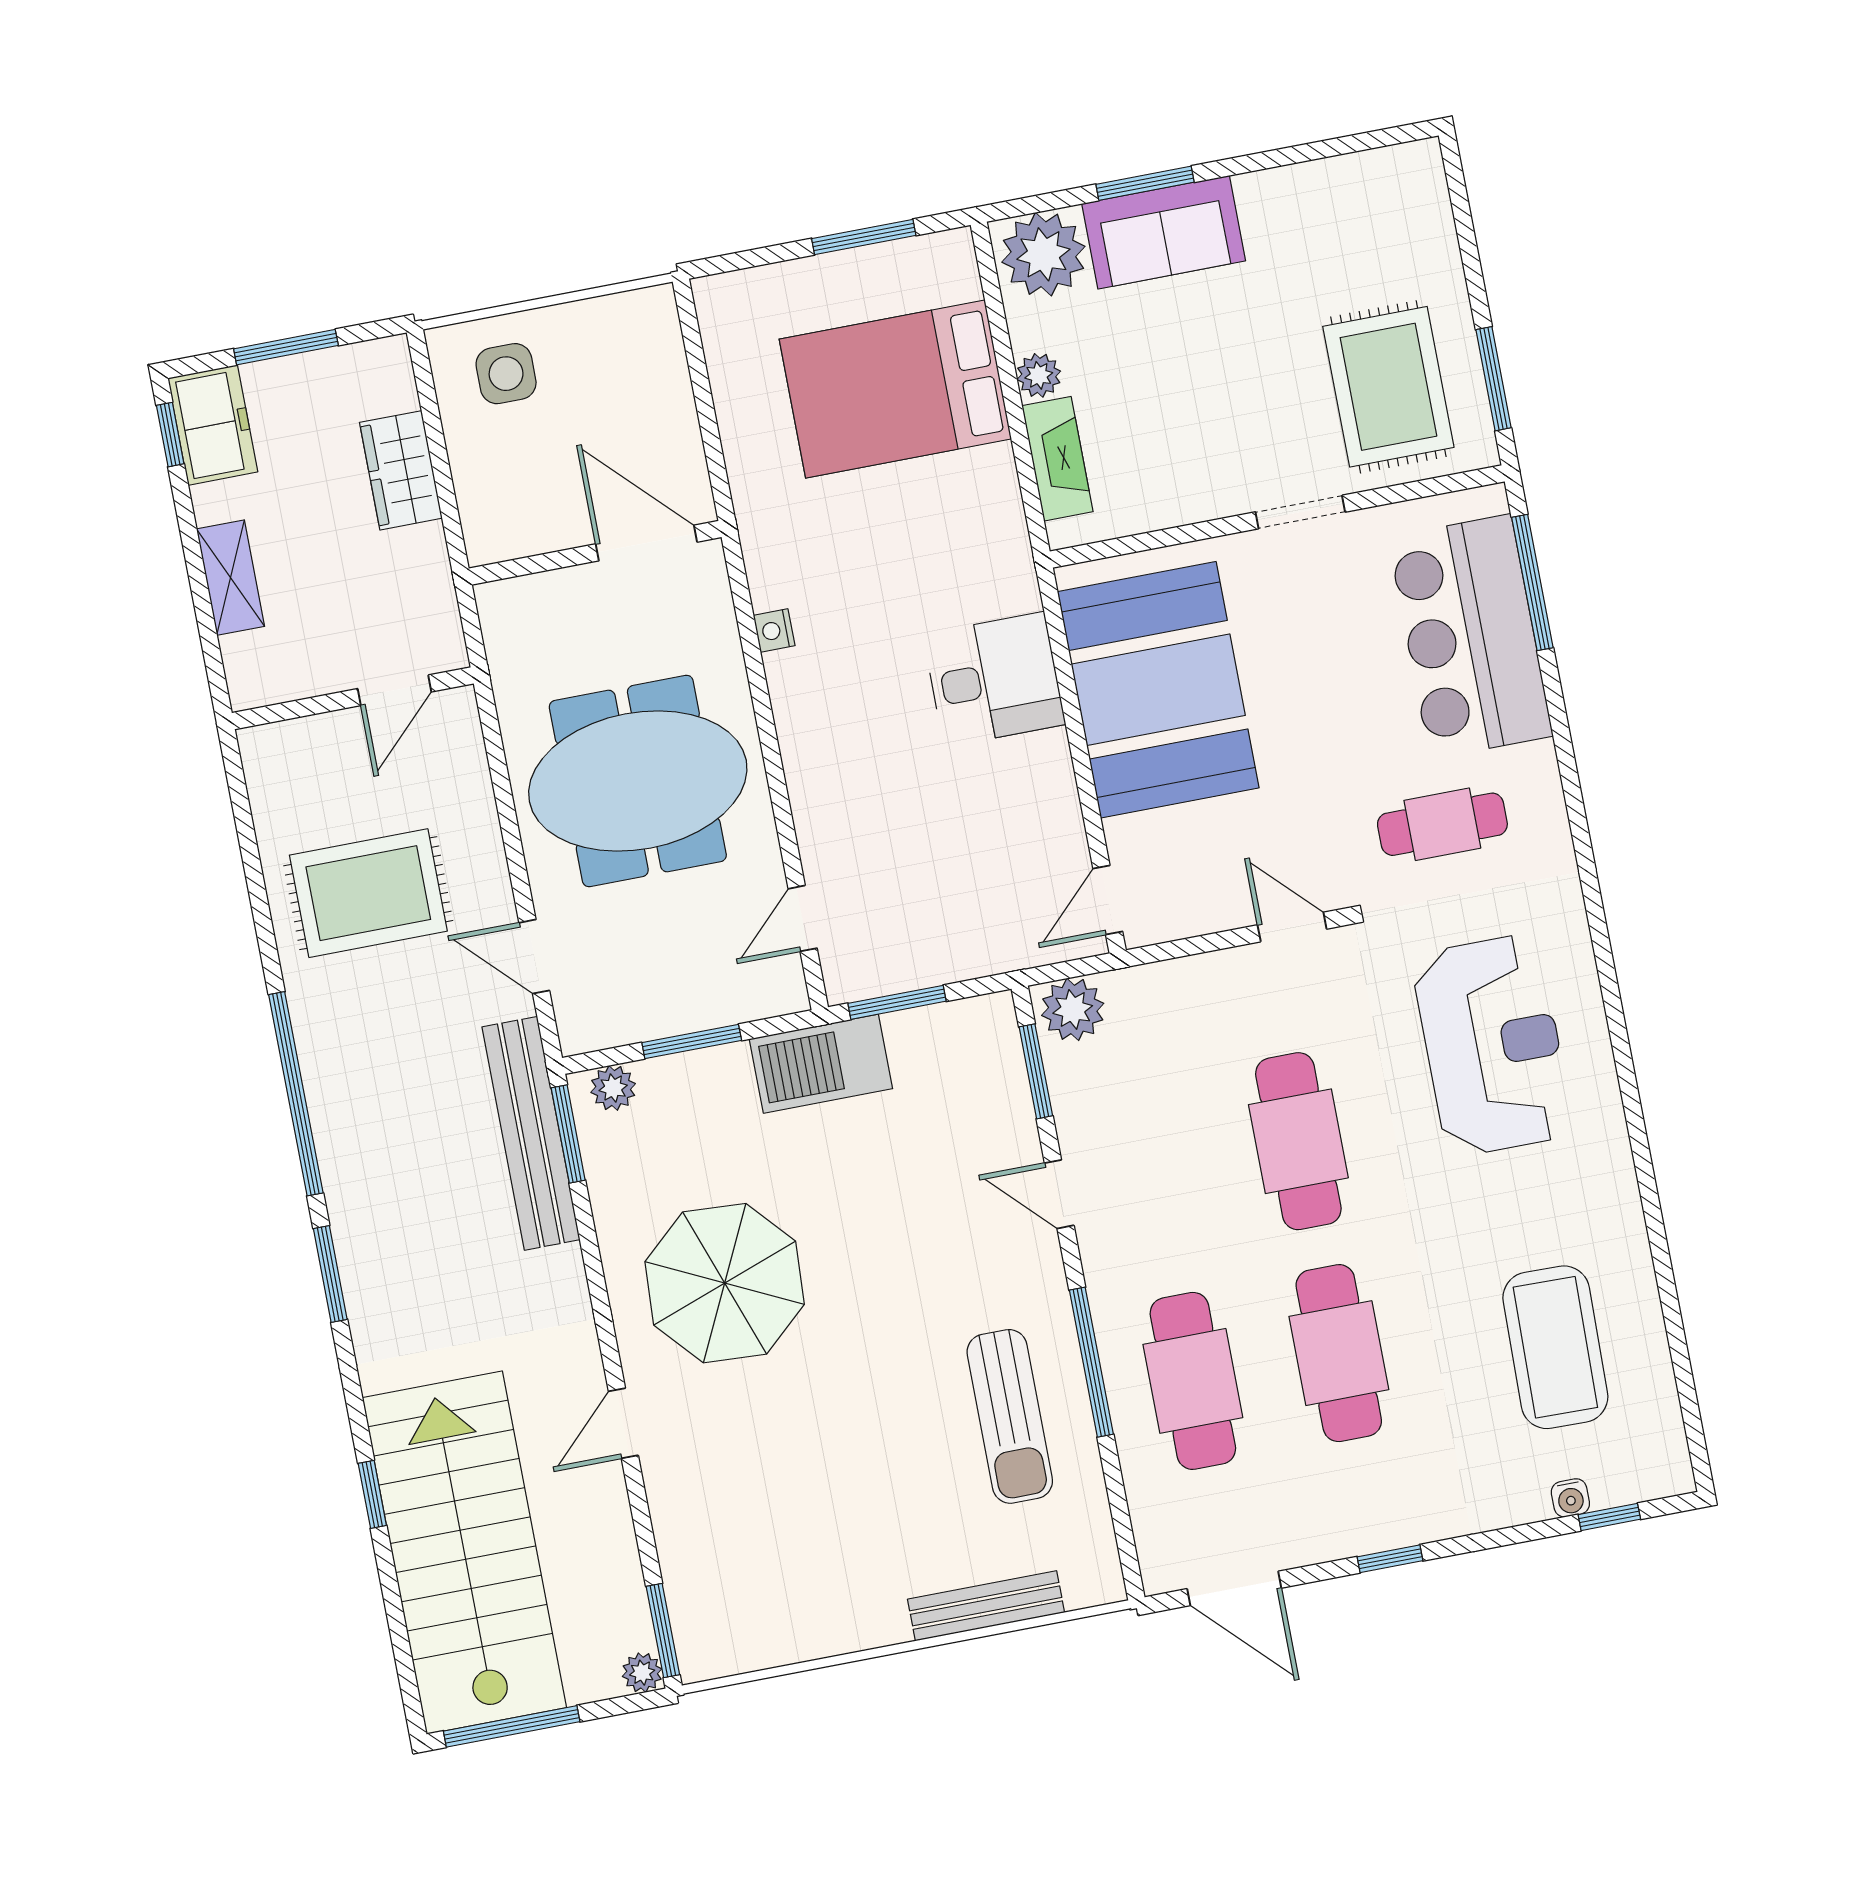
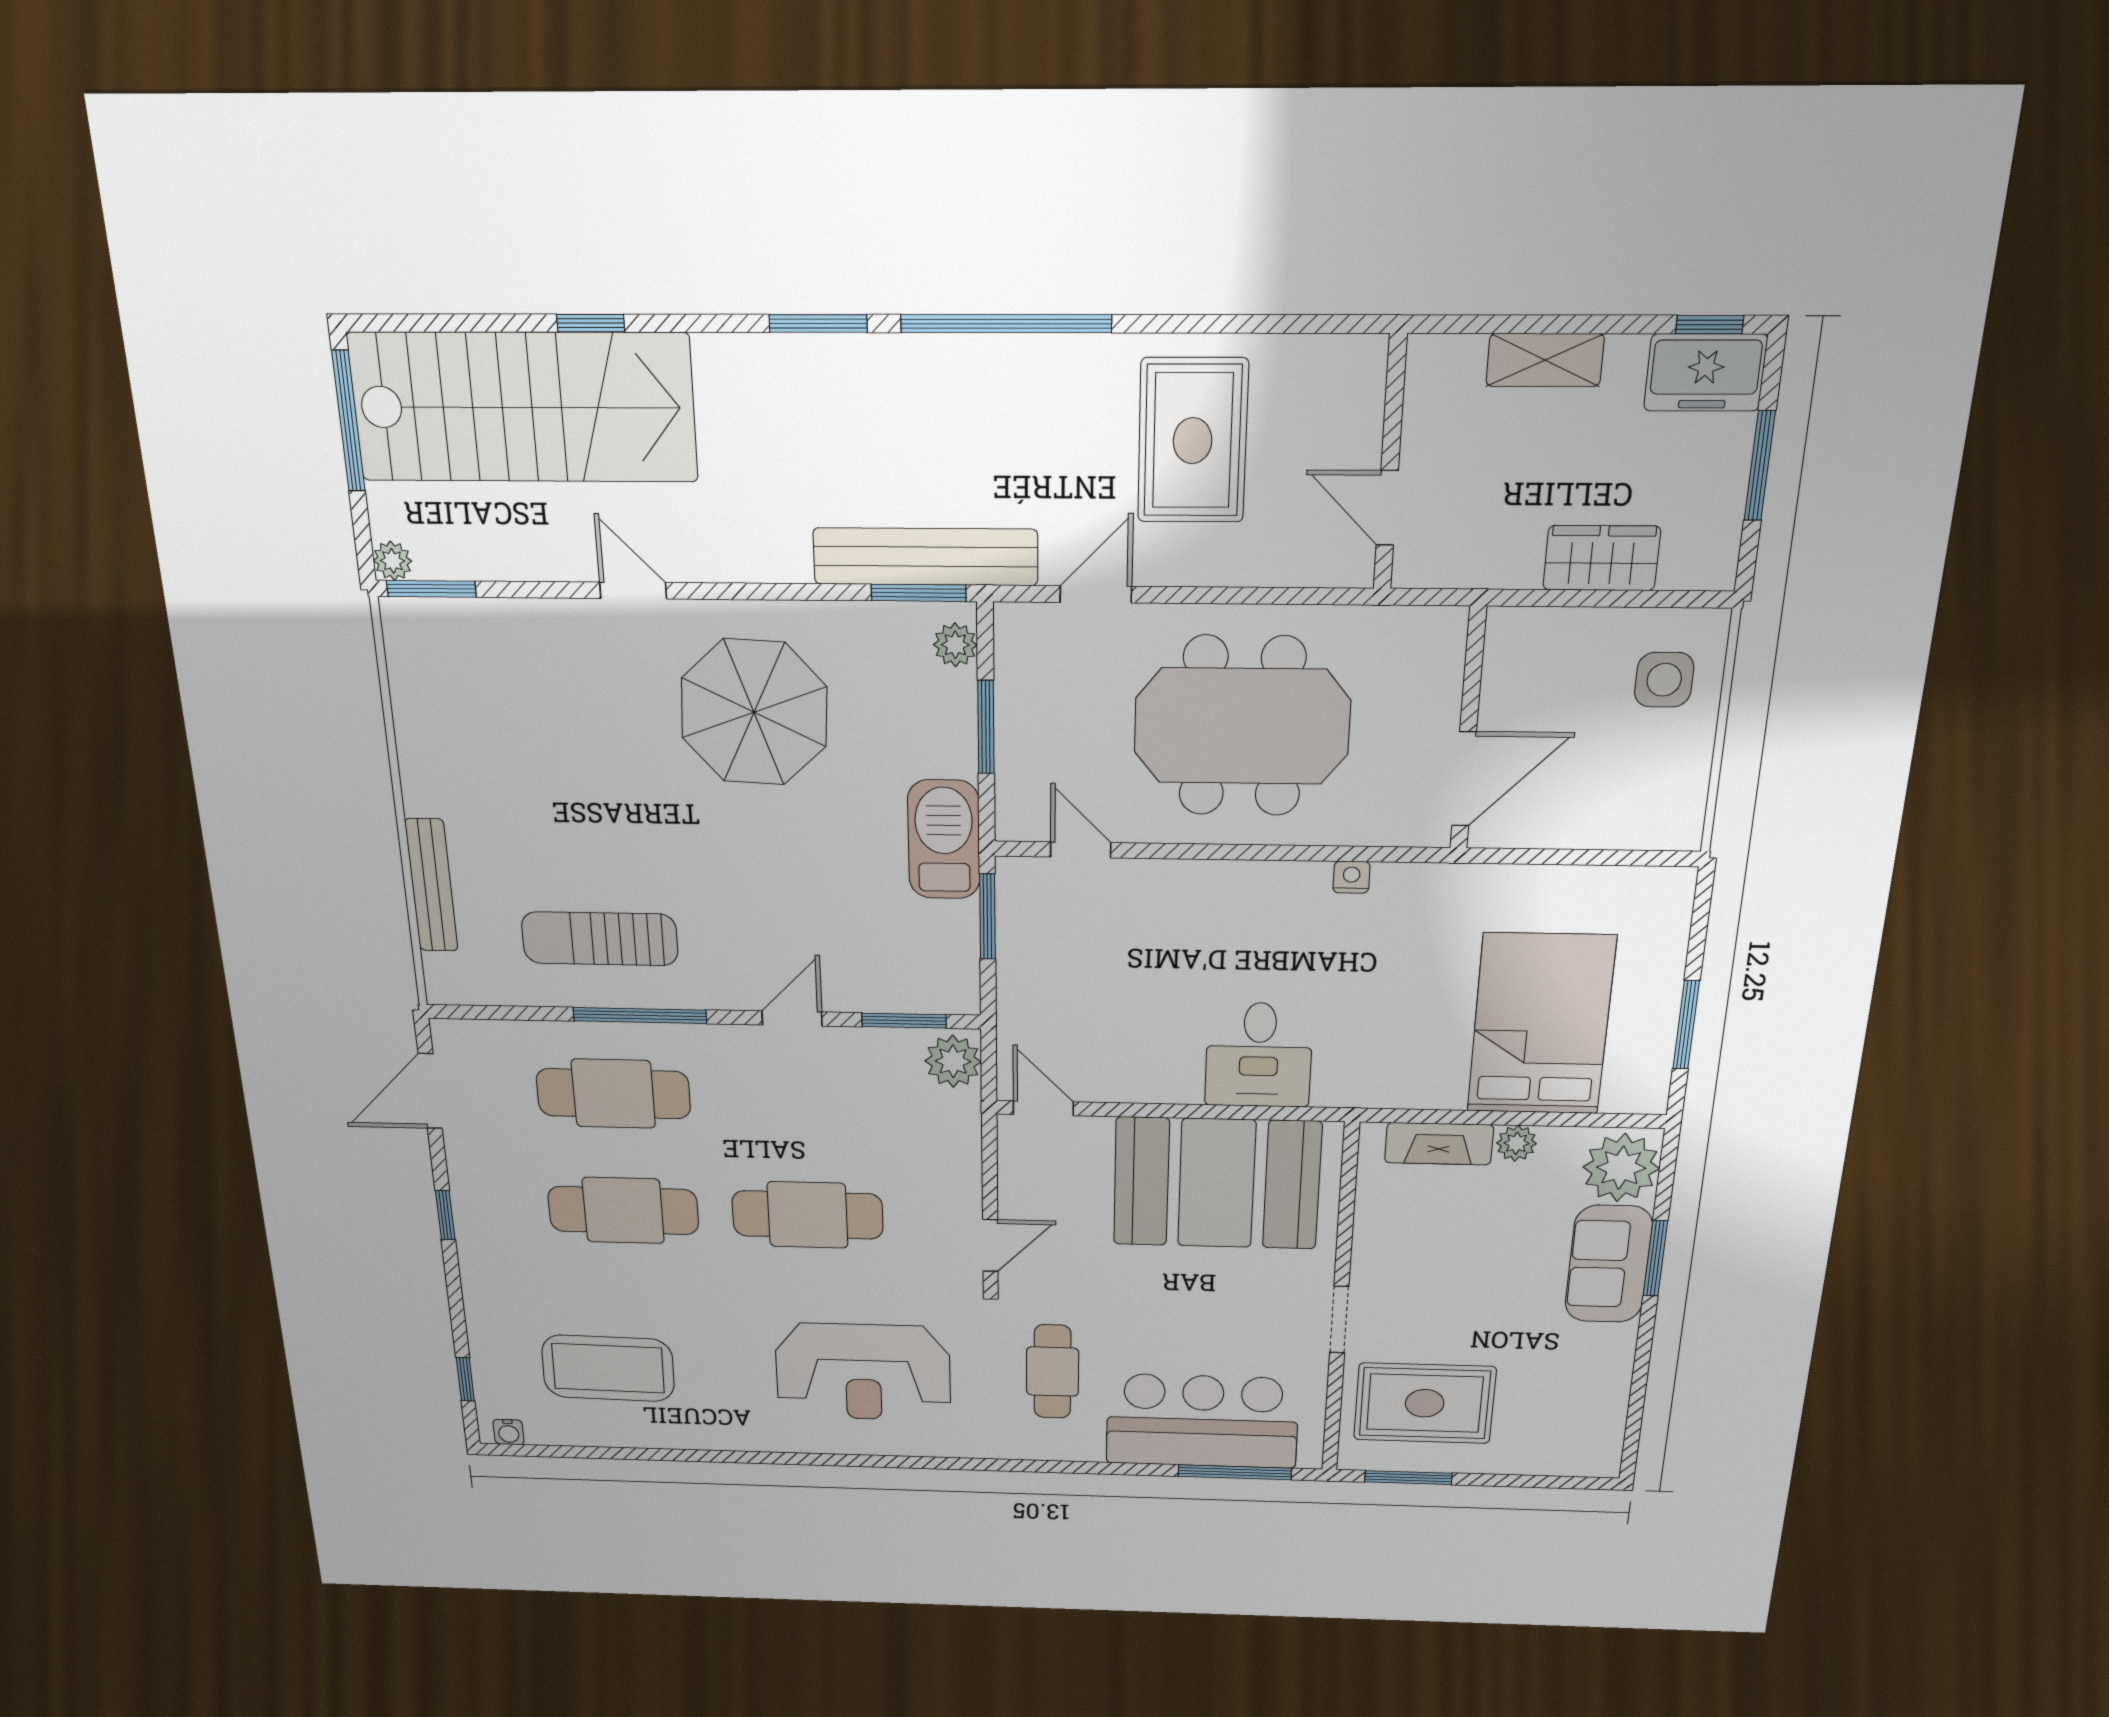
meeting table: (638, 781) -> (1242, 726), turned 90
water cooler: (1570, 1498) -> (509, 1432), moved, turned -90

